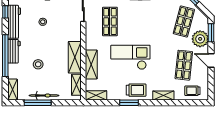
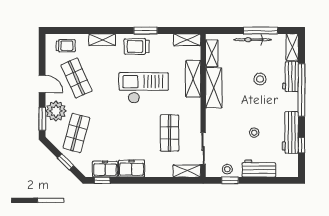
workbench: (14, 51) -> (291, 77), moved
checkout: (130, 57) -> (144, 88), turned 180
shop shelf: (184, 65) -> (76, 78), turned -30

